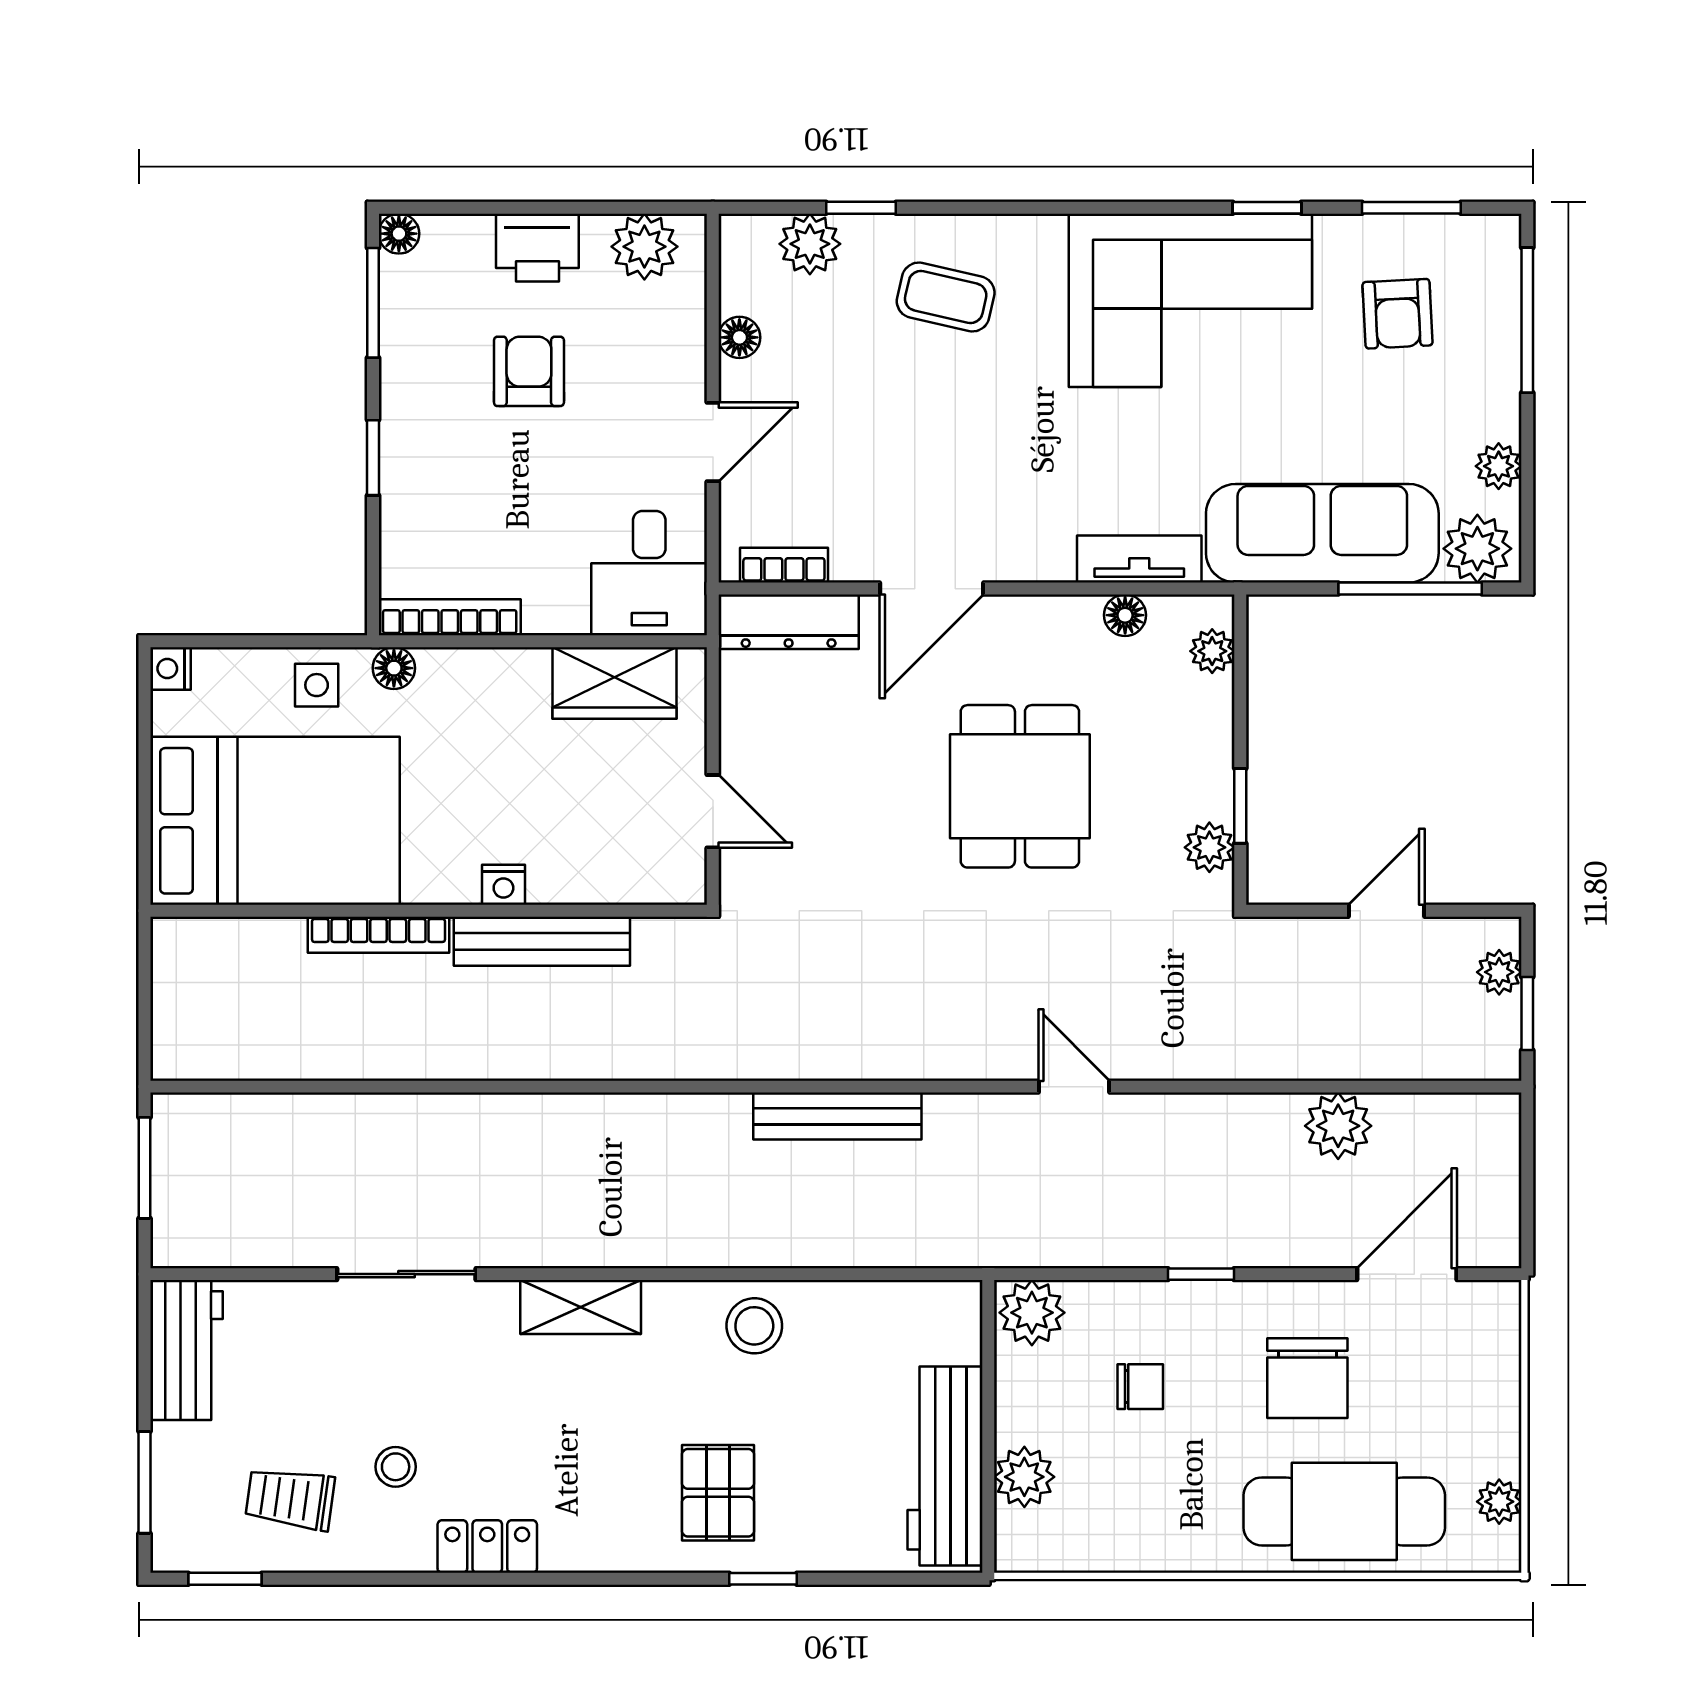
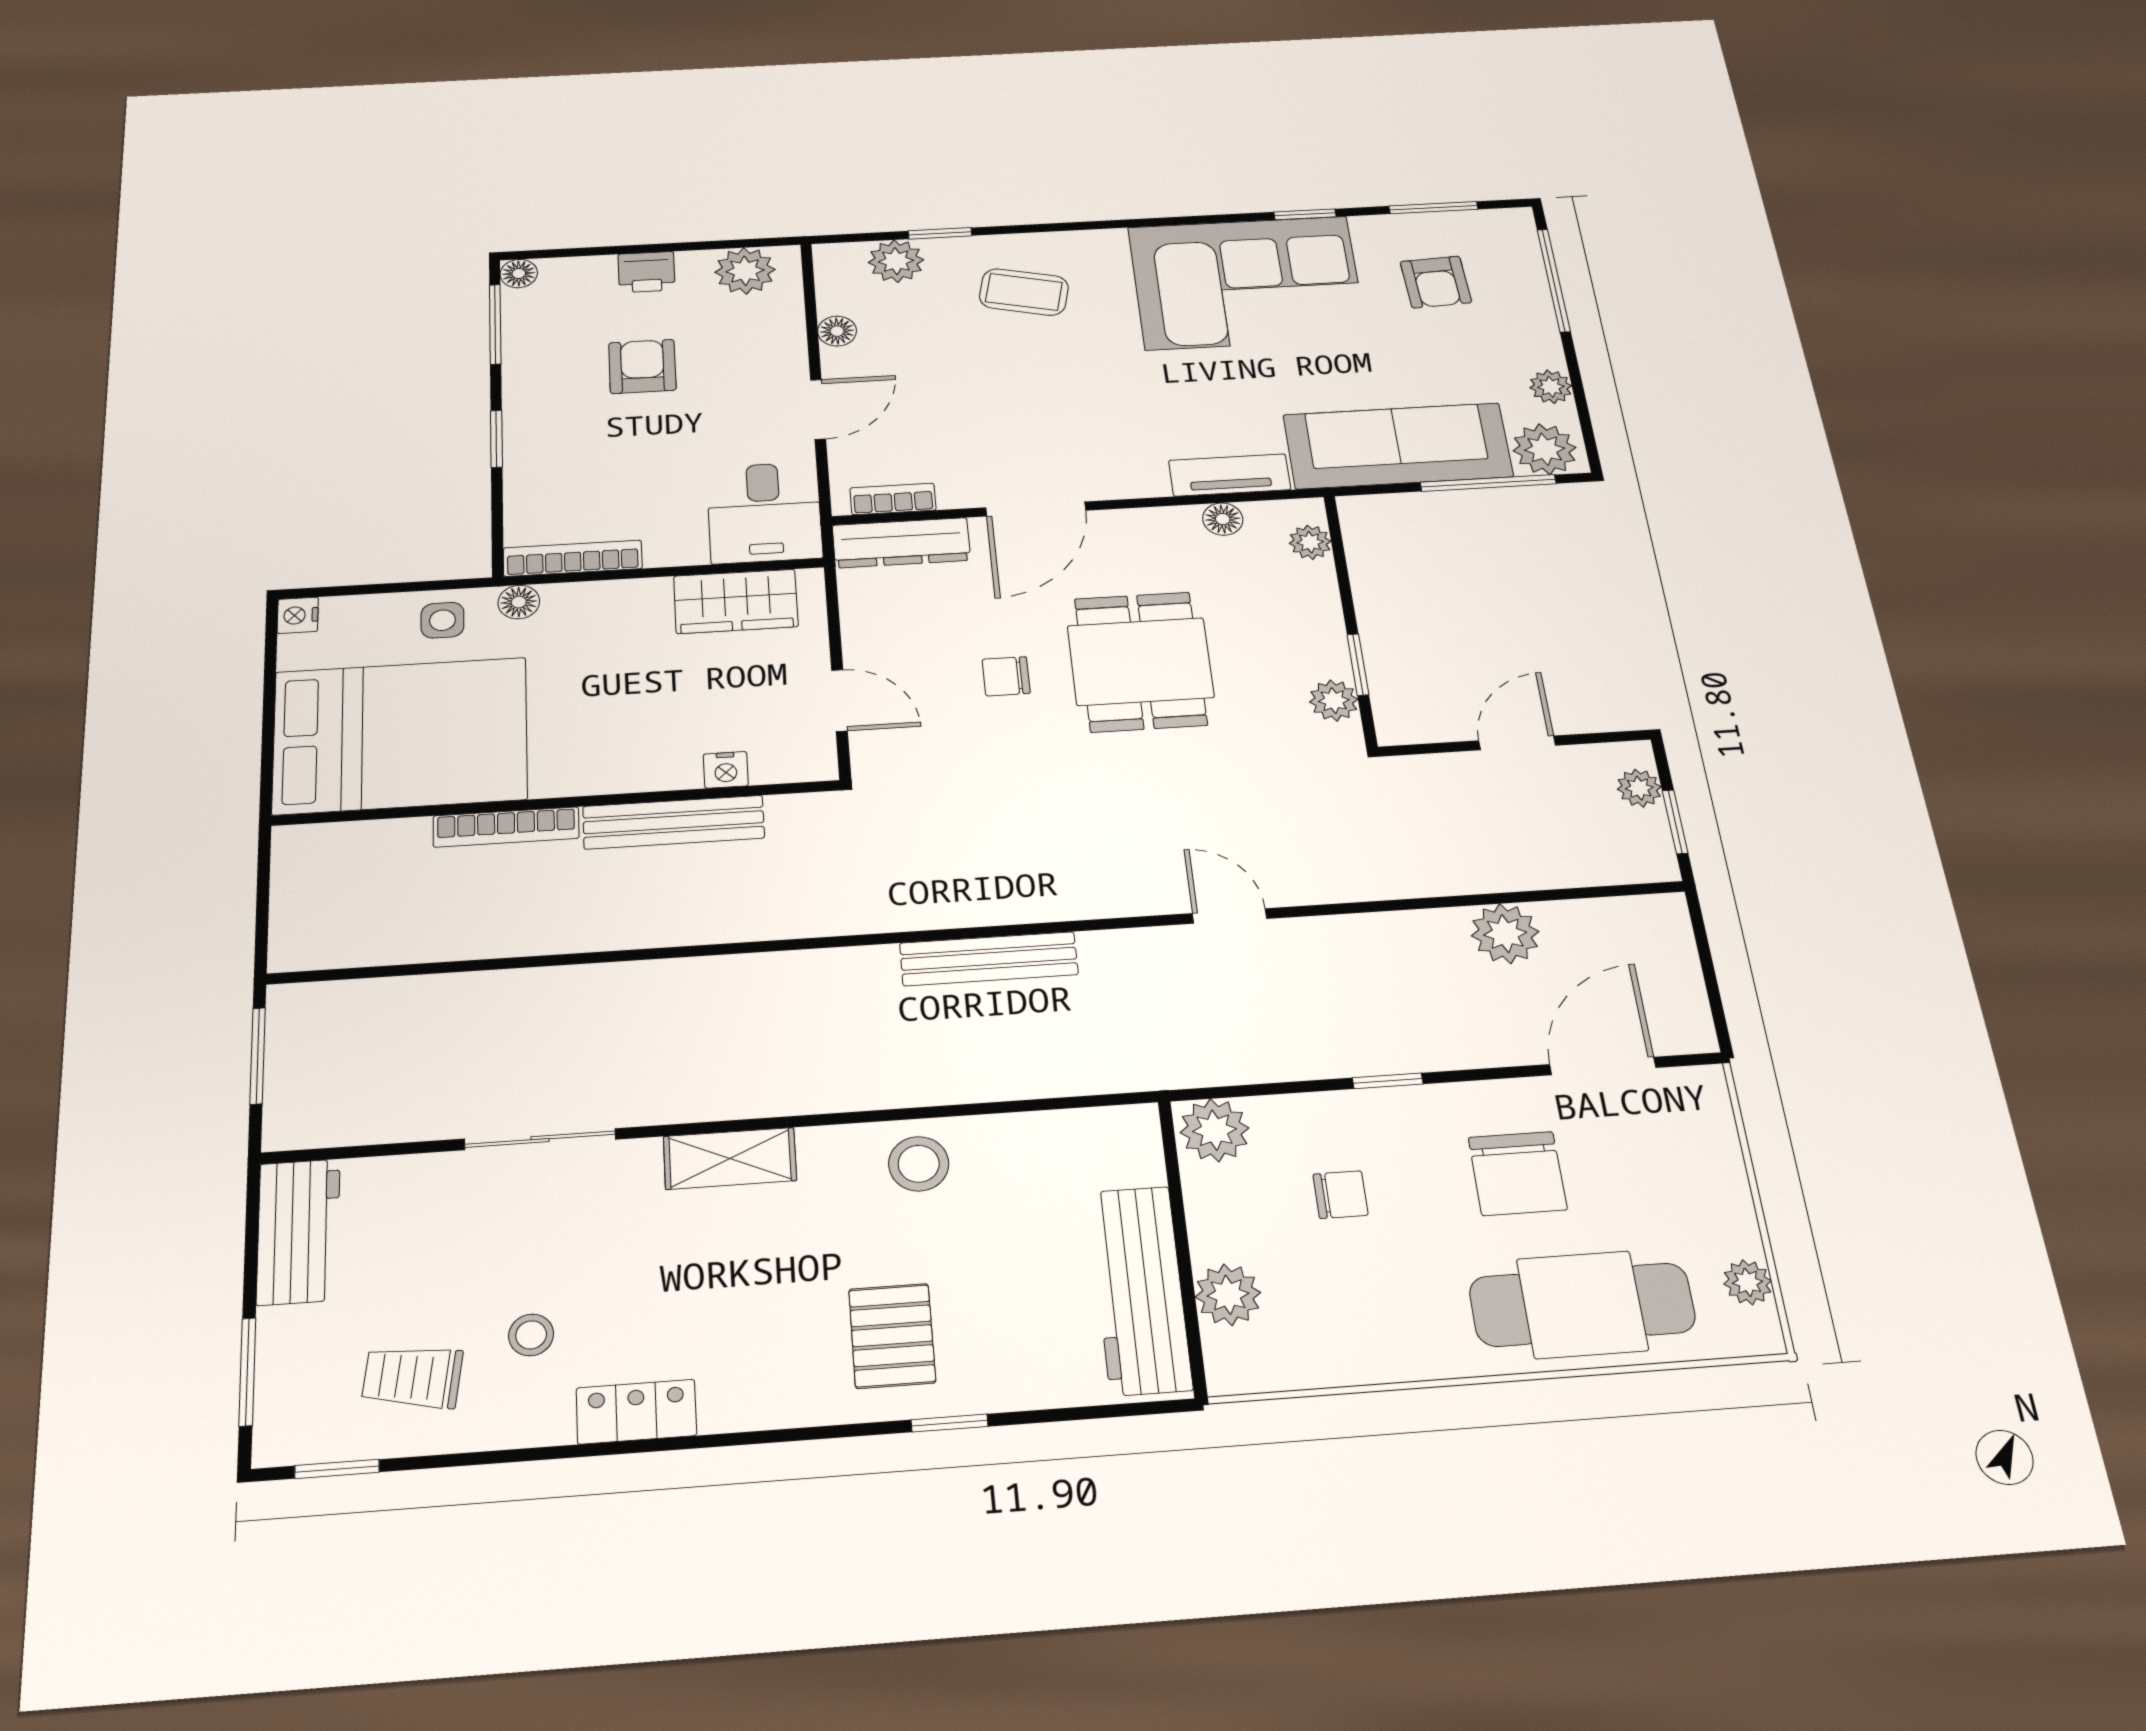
printer: (537, 248) -> (646, 272), width x0.73, depth x0.81
chair: (882, 794) -> (1006, 676), added
nightstand: (503, 885) -> (726, 770), moved

